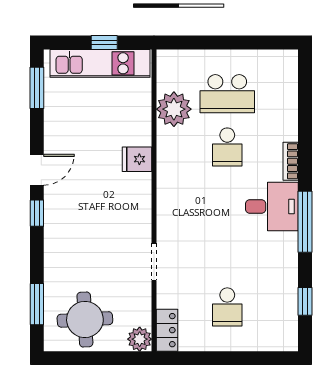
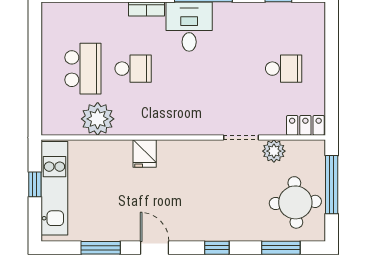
window: (37, 88) -> (101, 248), moved
window: (37, 213) -> (217, 248), moved
plant: (140, 339) -> (274, 151), moved
window: (104, 358) -> (332, 185), added

